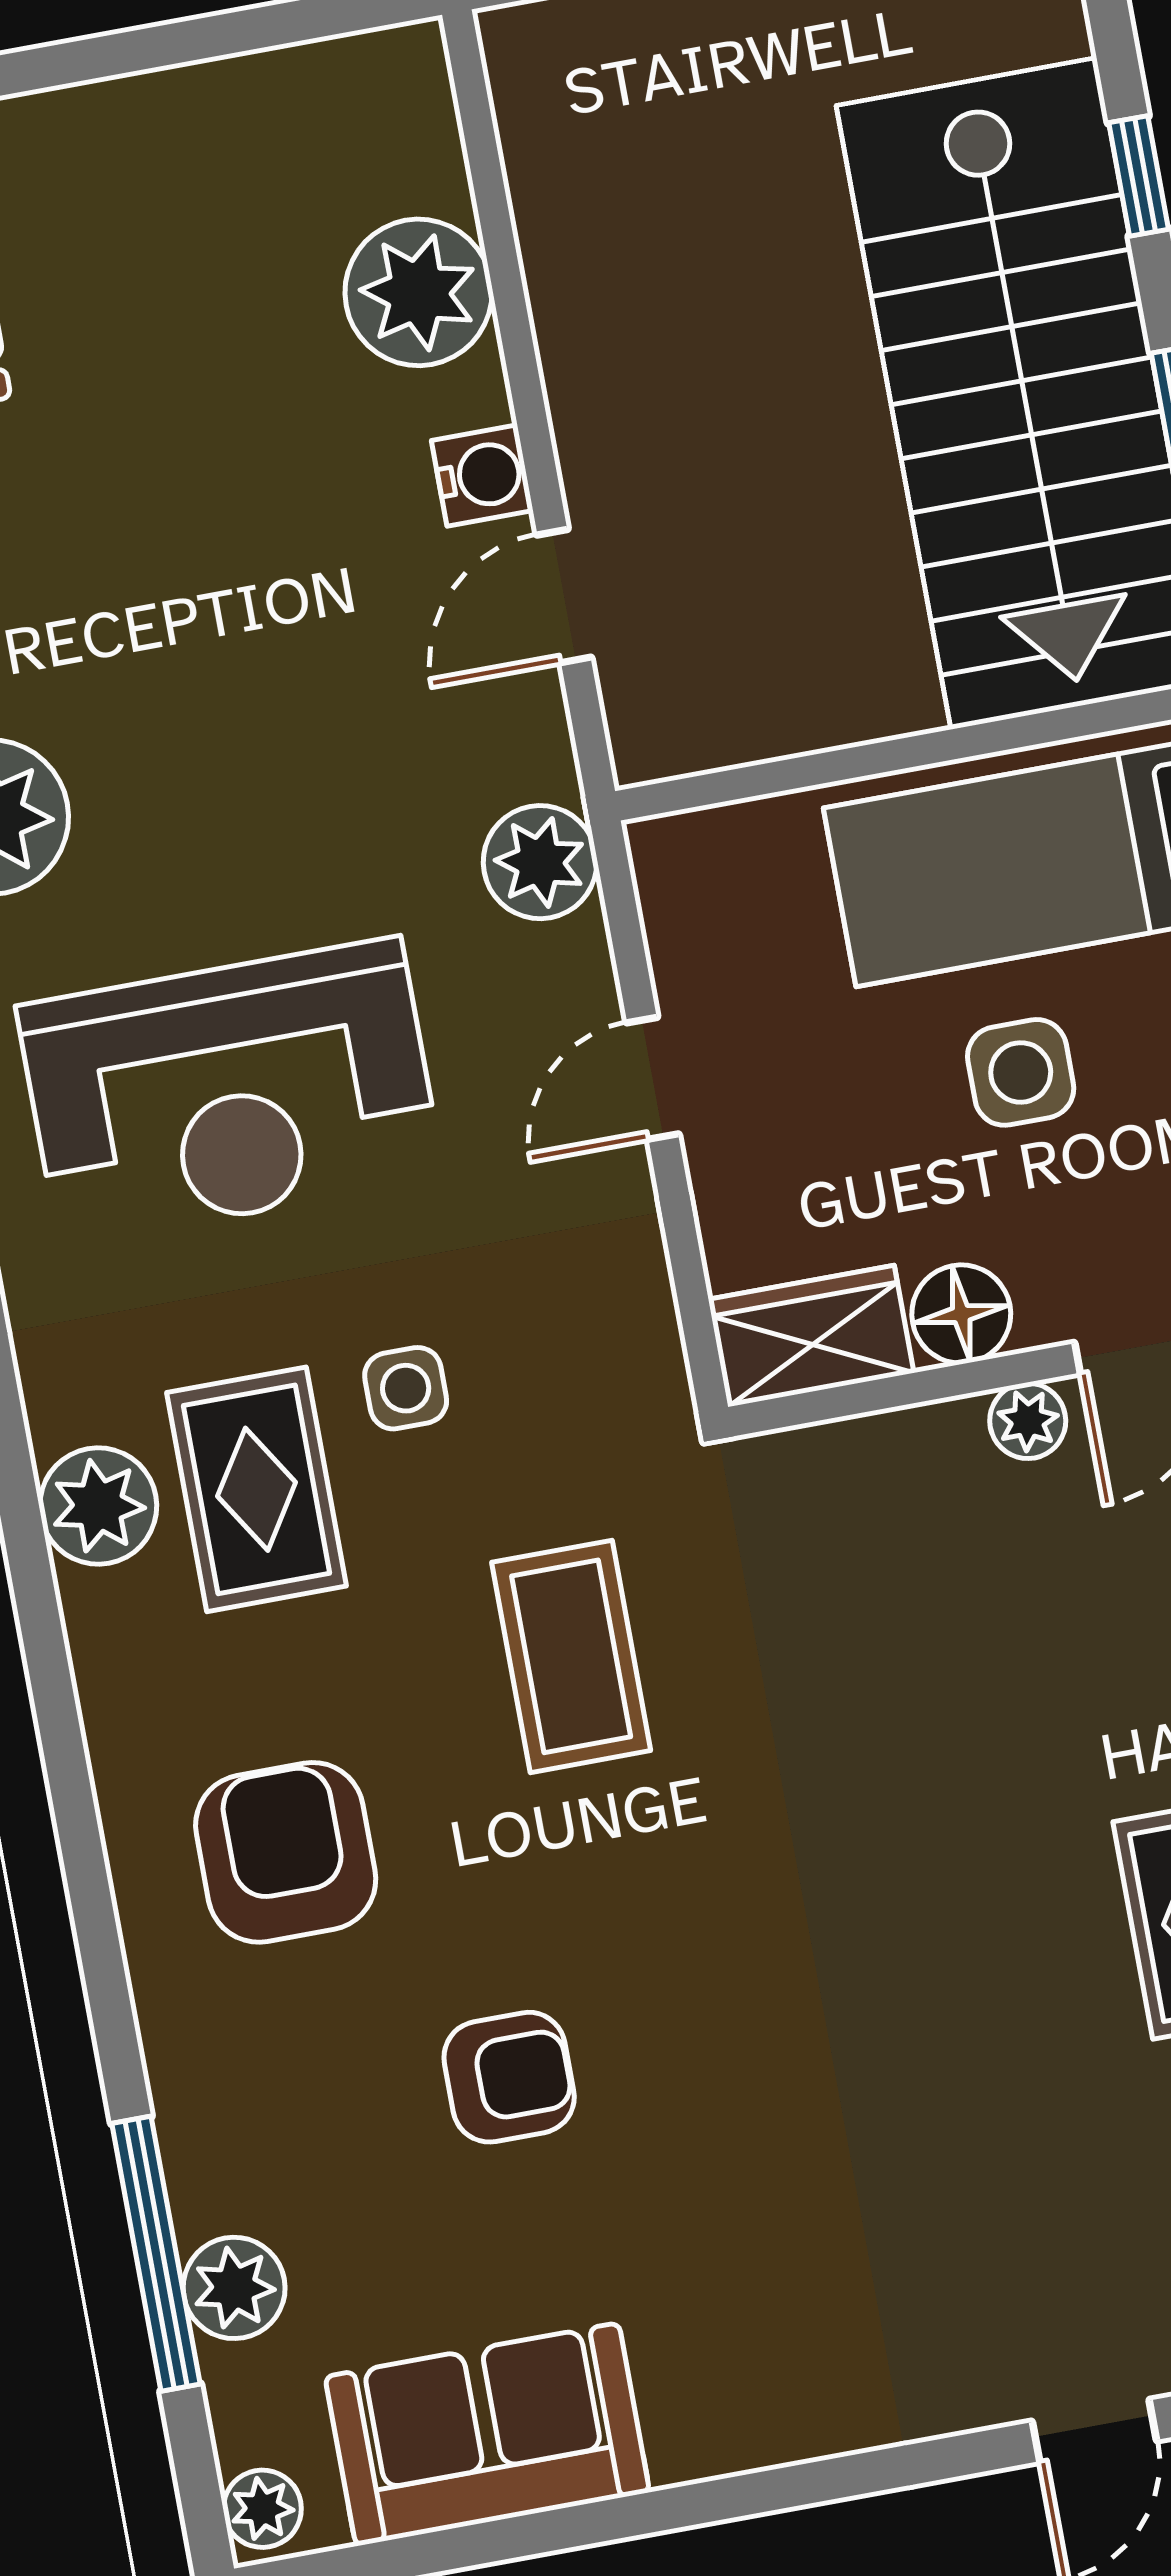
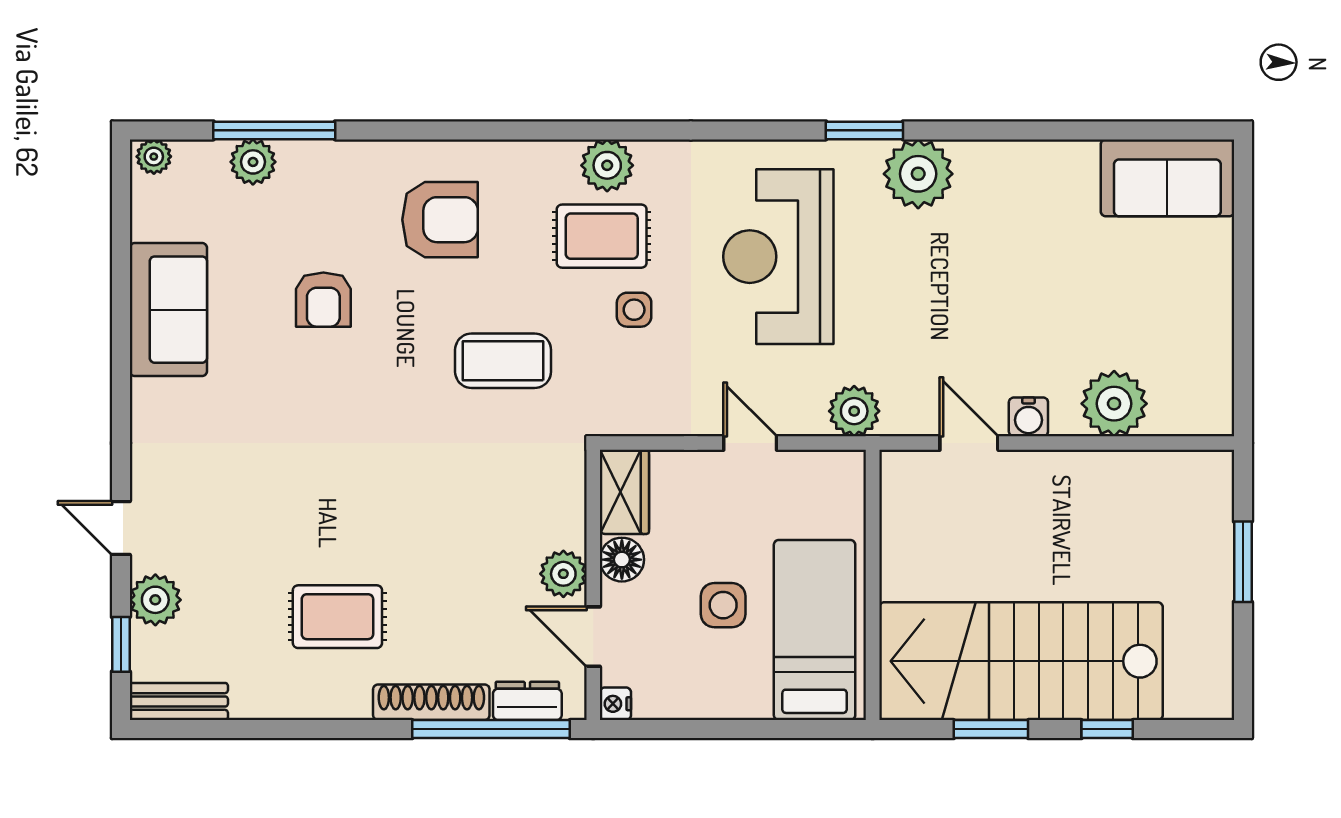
plant: (1028, 1421) -> (563, 574), width x1.38, depth x1.38
sofa: (487, 2434) -> (168, 310), moved

